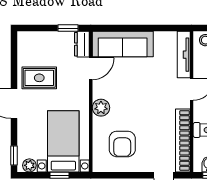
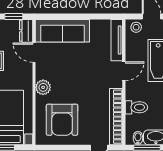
door: (91, 69) -> (34, 53), swing flipped
armchair: (122, 144) -> (62, 120), width x1.36, depth x1.36

